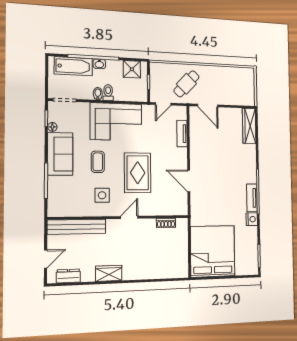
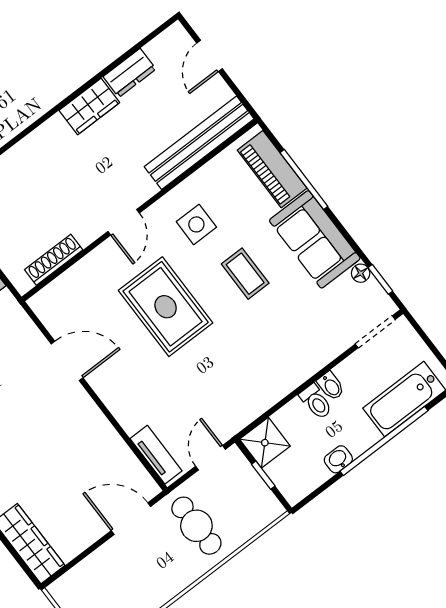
washbasin: (99, 64) -> (338, 459), moved
shower: (132, 69) -> (265, 443), moved
cafe table: (186, 84) -> (196, 526), turned -43
corner sofa: (116, 122) -> (266, 363), removed
tv unit: (182, 134) -> (156, 455), moved
piano: (56, 195) -> (272, 169), added
shoe rack: (166, 223) -> (54, 260), width x1.43
dresser: (68, 276) -> (130, 73), moved

